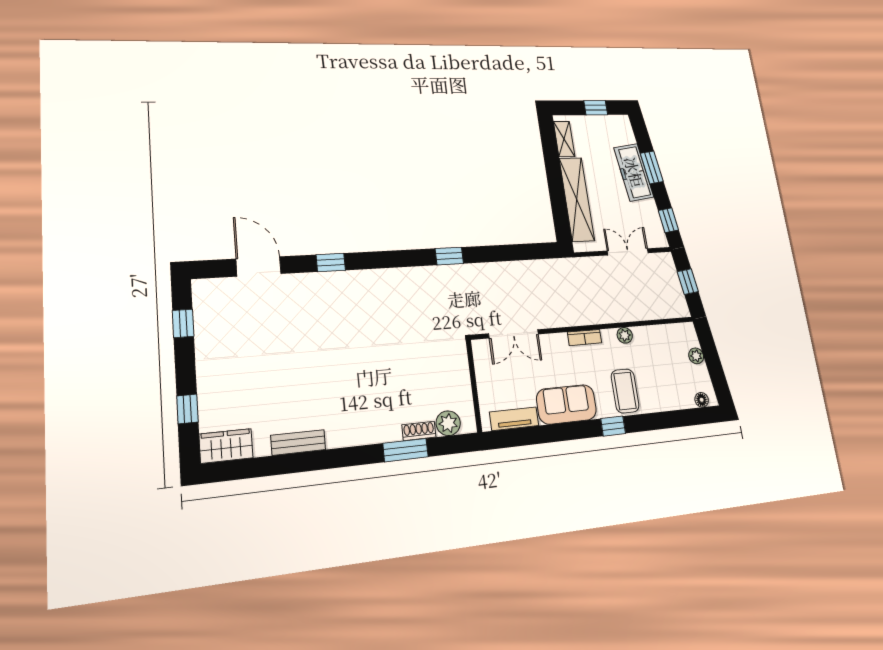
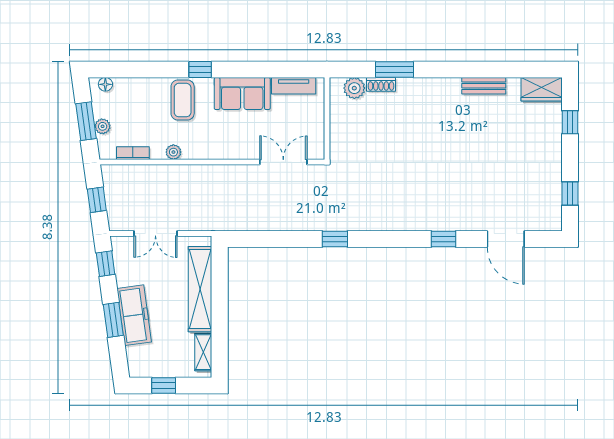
bookcase: (585, 337) -> (133, 153), moved
window: (712, 360) -> (86, 121), added

